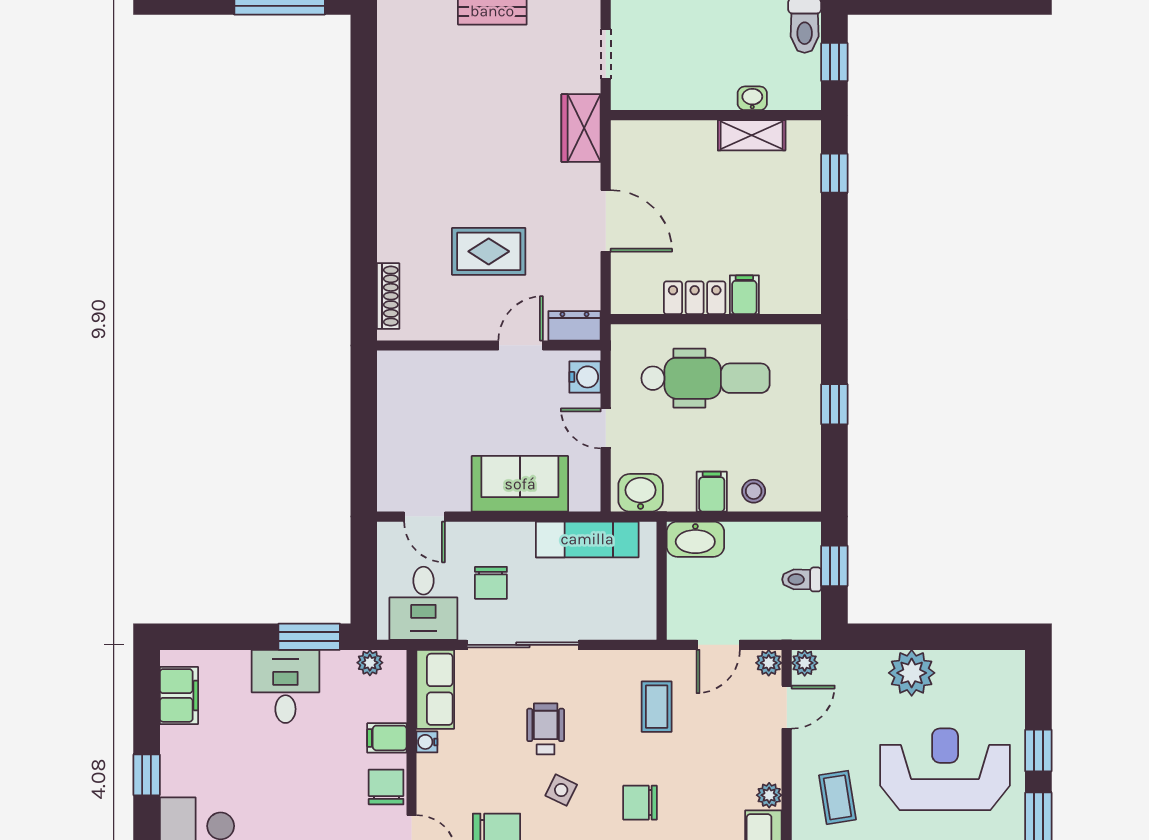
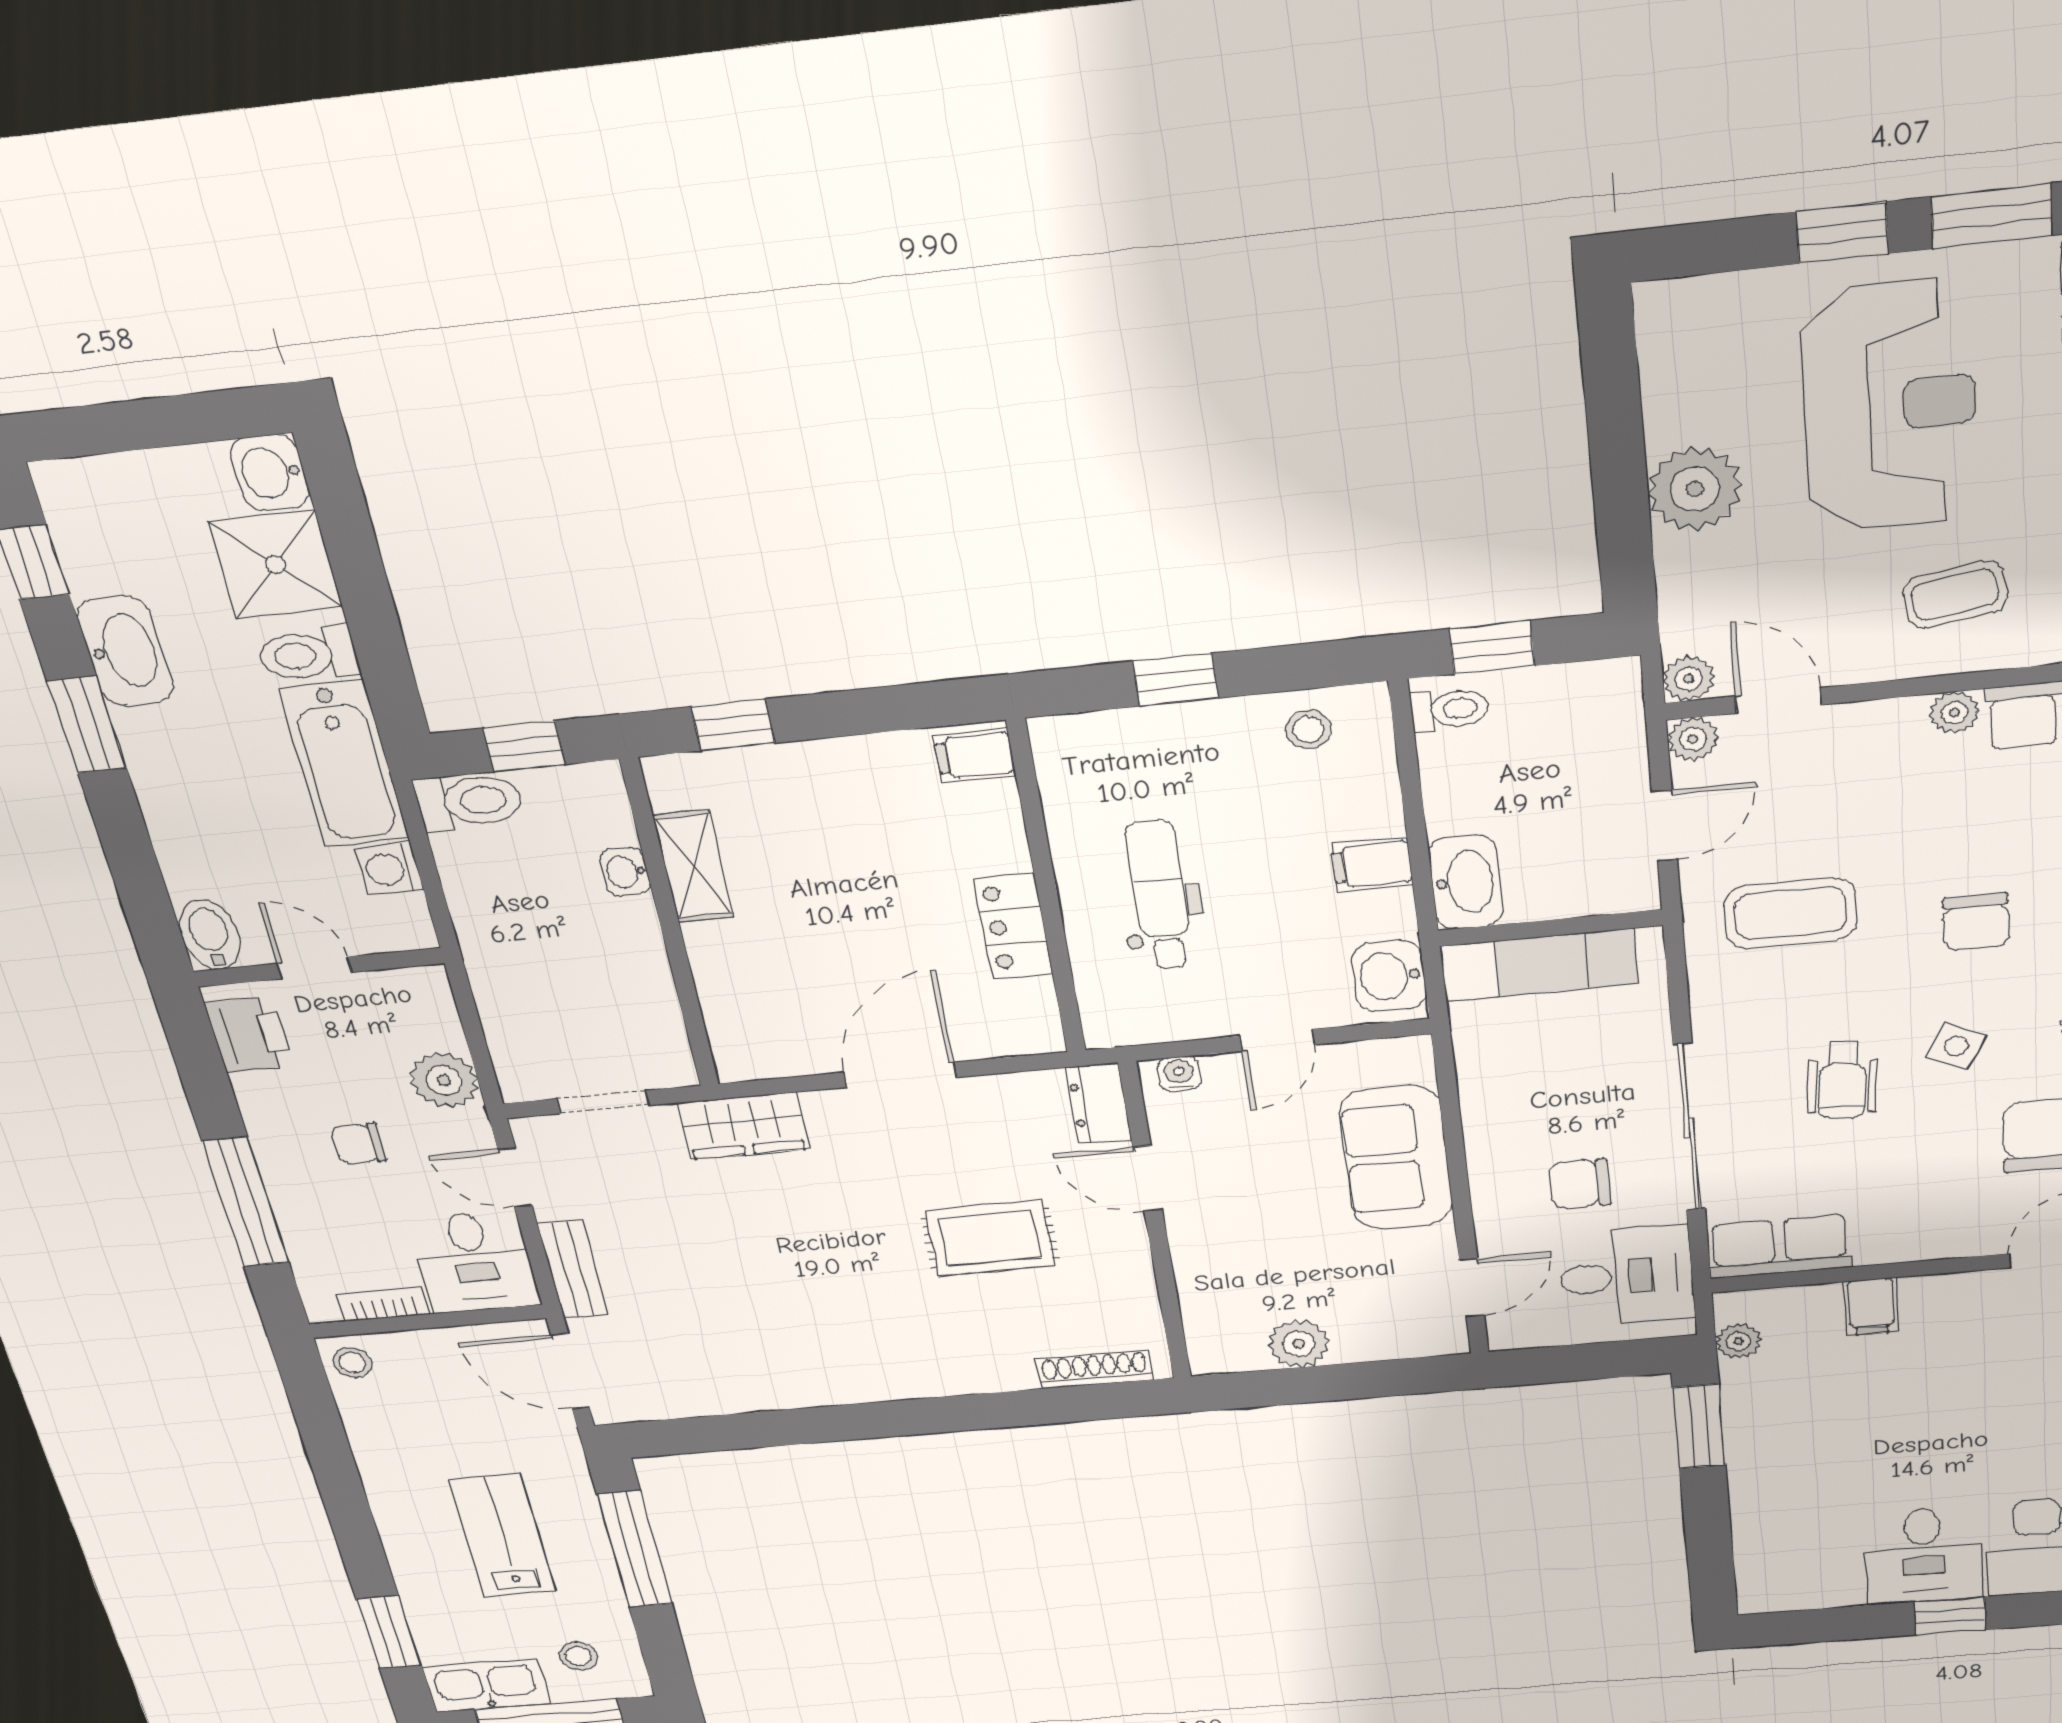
rug: (489, 251) -> (990, 1238), turned 90
filing cabinet: (744, 295) -> (975, 755), moved
water cooler: (585, 377) -> (1179, 1074), width x0.72, depth x0.72
dental chair: (705, 378) -> (1160, 895), width x0.73, depth x0.72
plant: (395, 415) -> (1299, 1344), added
stool: (754, 491) -> (1308, 729), moved
exam couch: (587, 539) -> (1539, 965), moved, turned 90
toilet: (802, 579) -> (1450, 709), moved, turned -90
chair: (491, 583) -> (1580, 1184), turned 180
door: (718, 645) -> (1665, 826), hinge flipped
desk: (285, 686) -> (1923, 1555), moved, turned -90
filing cabinet: (179, 695) -> (1813, 1586), removed
coffee table: (657, 707) -> (1790, 913), width x1.36, depth x1.30
wheelchair: (546, 729) -> (1843, 1080), turned -86
water cooler: (427, 742) -> (1875, 1250), removed
reception desk: (945, 769) -> (1890, 406), turned 180
chair: (386, 787) -> (1960, 1301), removed

